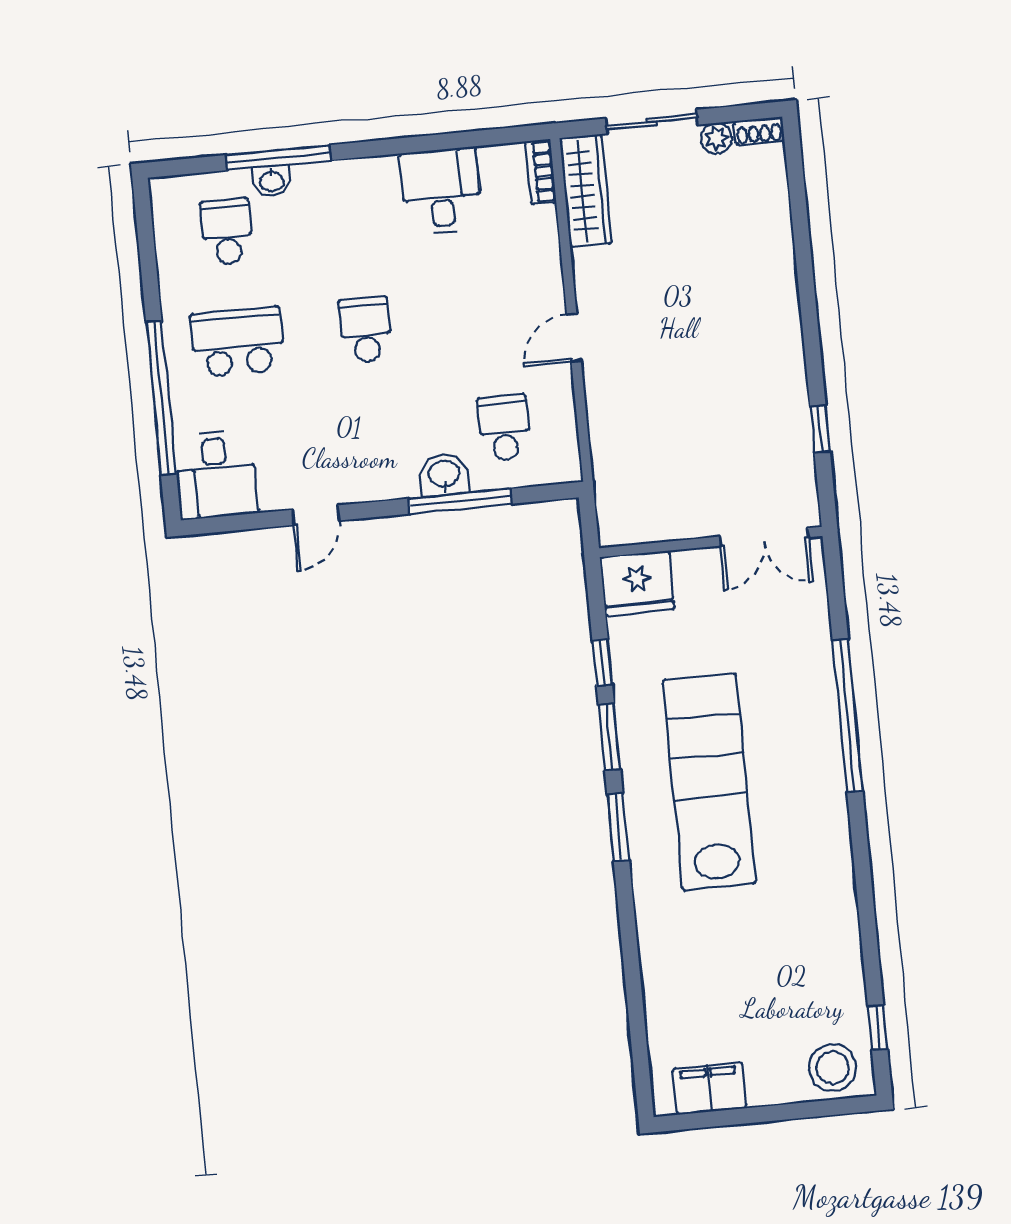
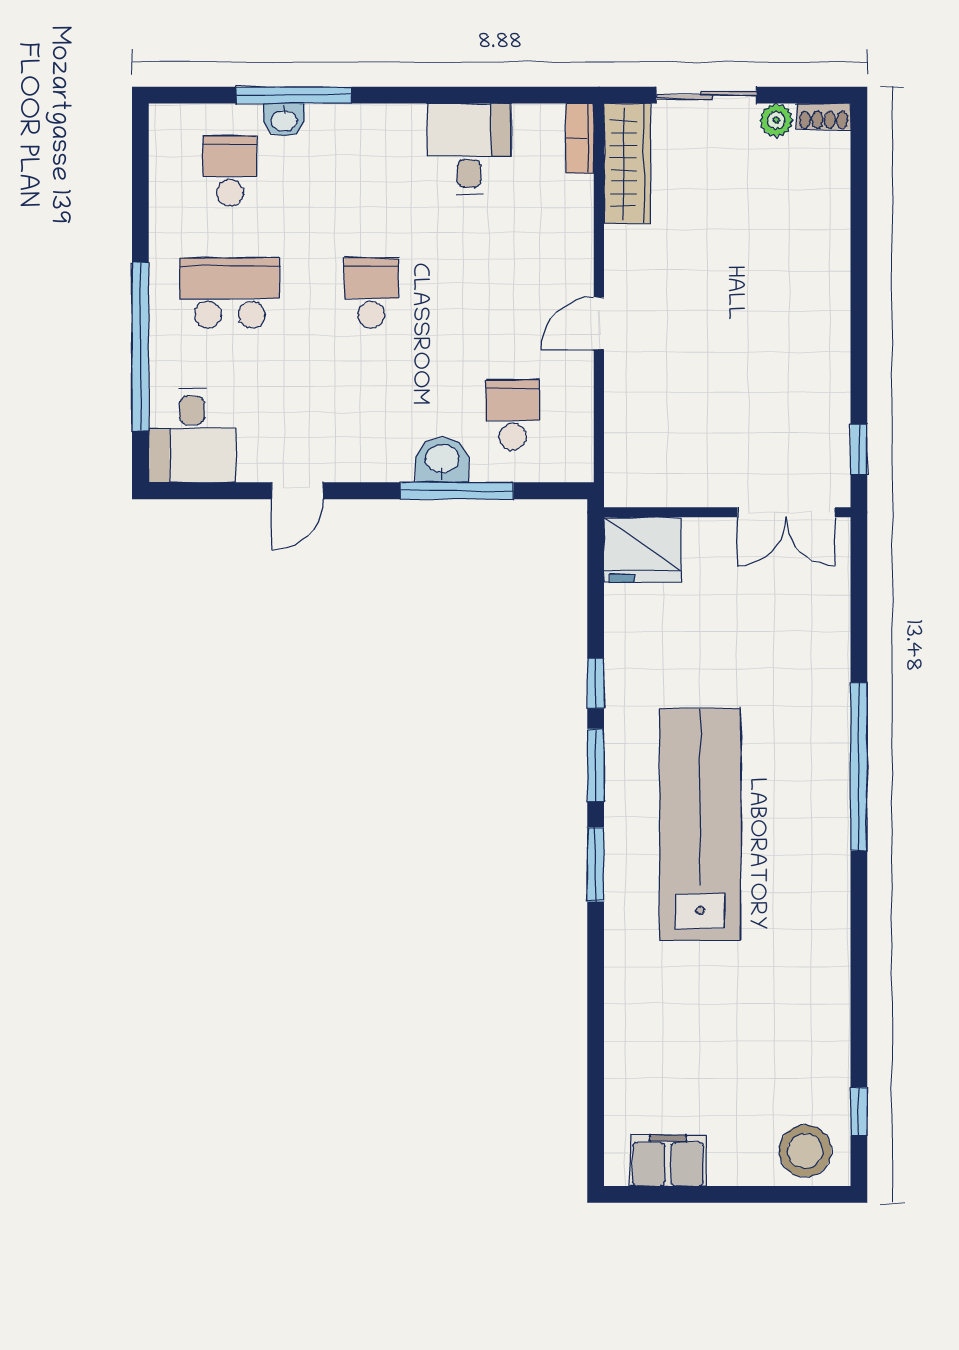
double door: (764, 537) -> (786, 512), moved
wall: (711, 542) -> (727, 512), moved
fridge: (637, 583) -> (642, 550), moved

